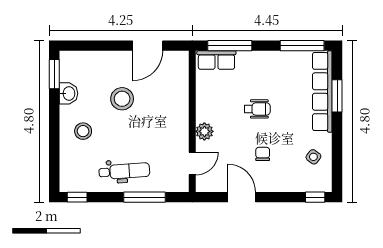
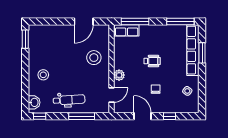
washbasin: (68, 93) -> (34, 102), moved
stool: (122, 99) -> (94, 58), moved
window: (315, 197) -> (170, 116), moved

